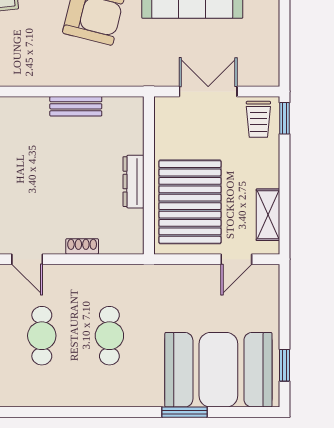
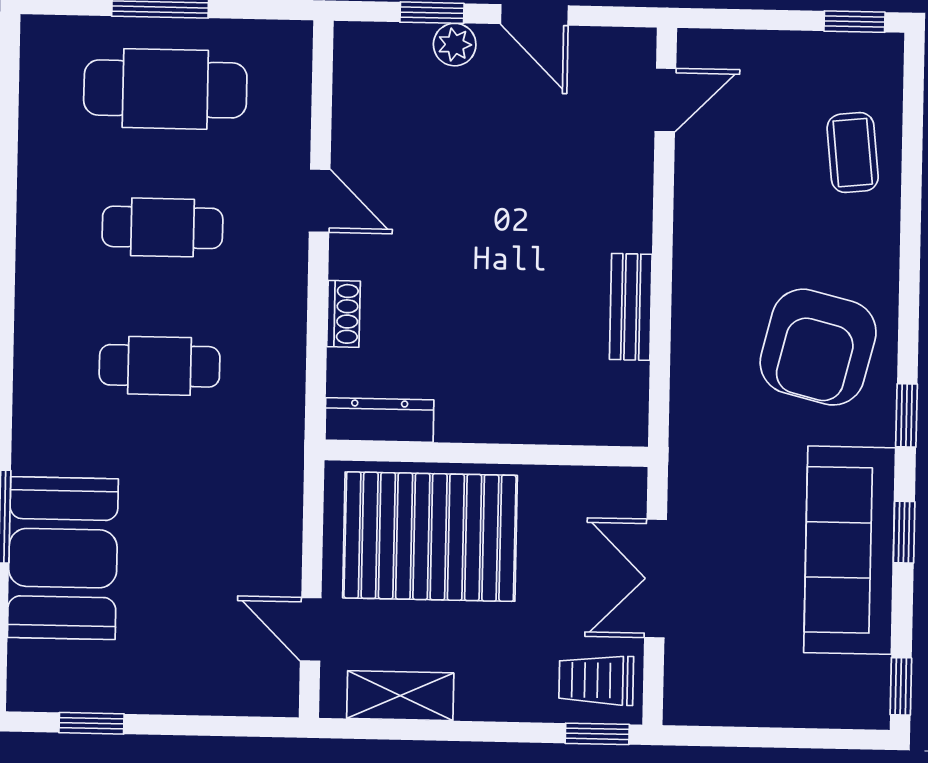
double door: (208, 91) -> (655, 579), swing flipped
dresser: (134, 182) -> (379, 420), moved
door: (27, 259) -> (320, 201), swing flipped
booth: (218, 370) -> (63, 558), width x0.73, depth x0.70

